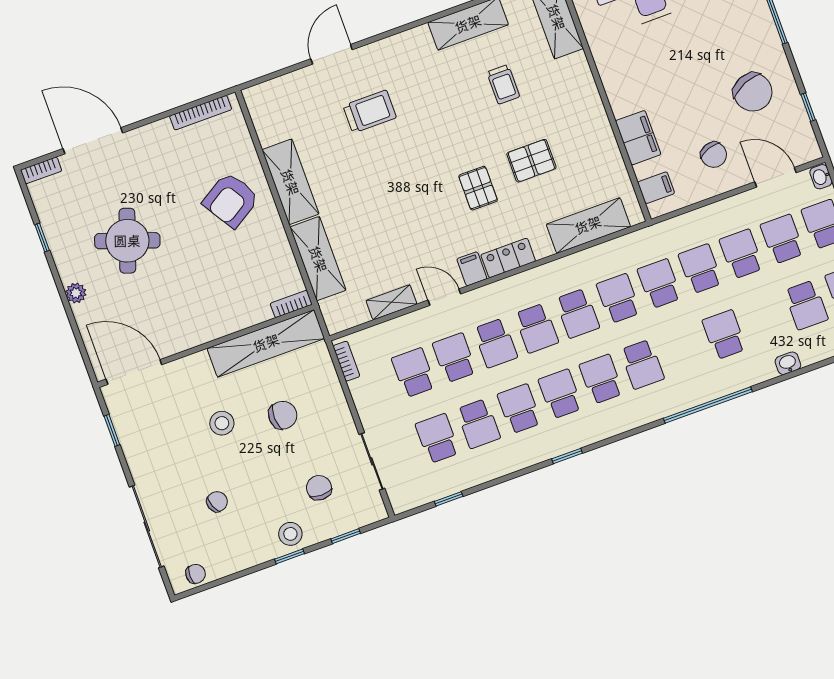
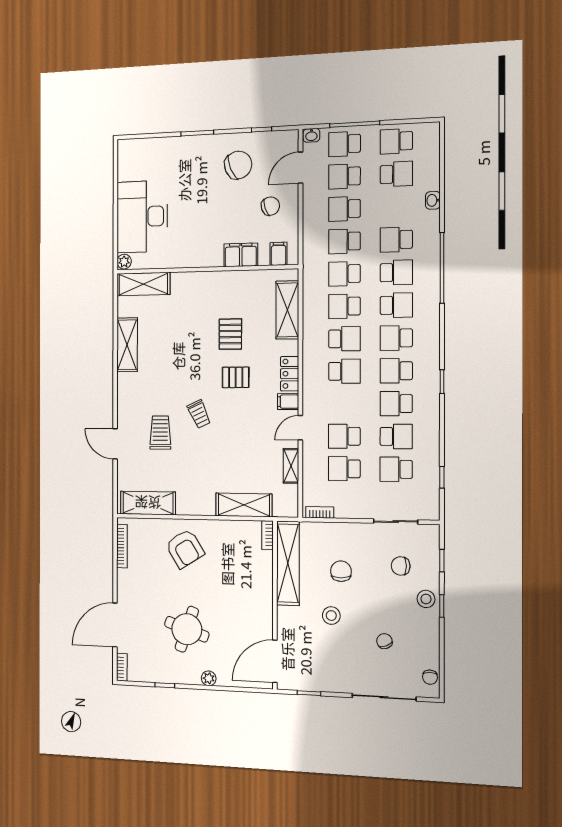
trolley: (503, 84) -> (199, 414), moved, turned 65
shelving: (290, 182) -> (148, 503), moved
school desk: (495, 343) -> (396, 272), moved
chair: (196, 574) -> (430, 677), turned 180

